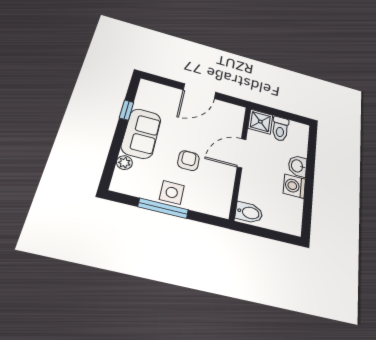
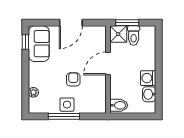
window: (127, 110) -> (25, 42), moved
window: (274, 112) -> (127, 23), added
sofa: (141, 133) -> (39, 44), moved
washbasin: (298, 166) -> (149, 94), moved

